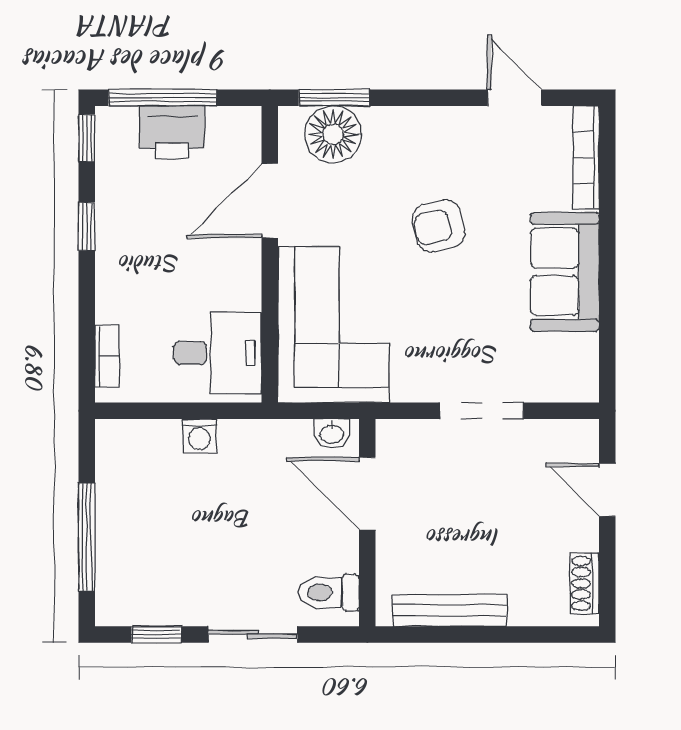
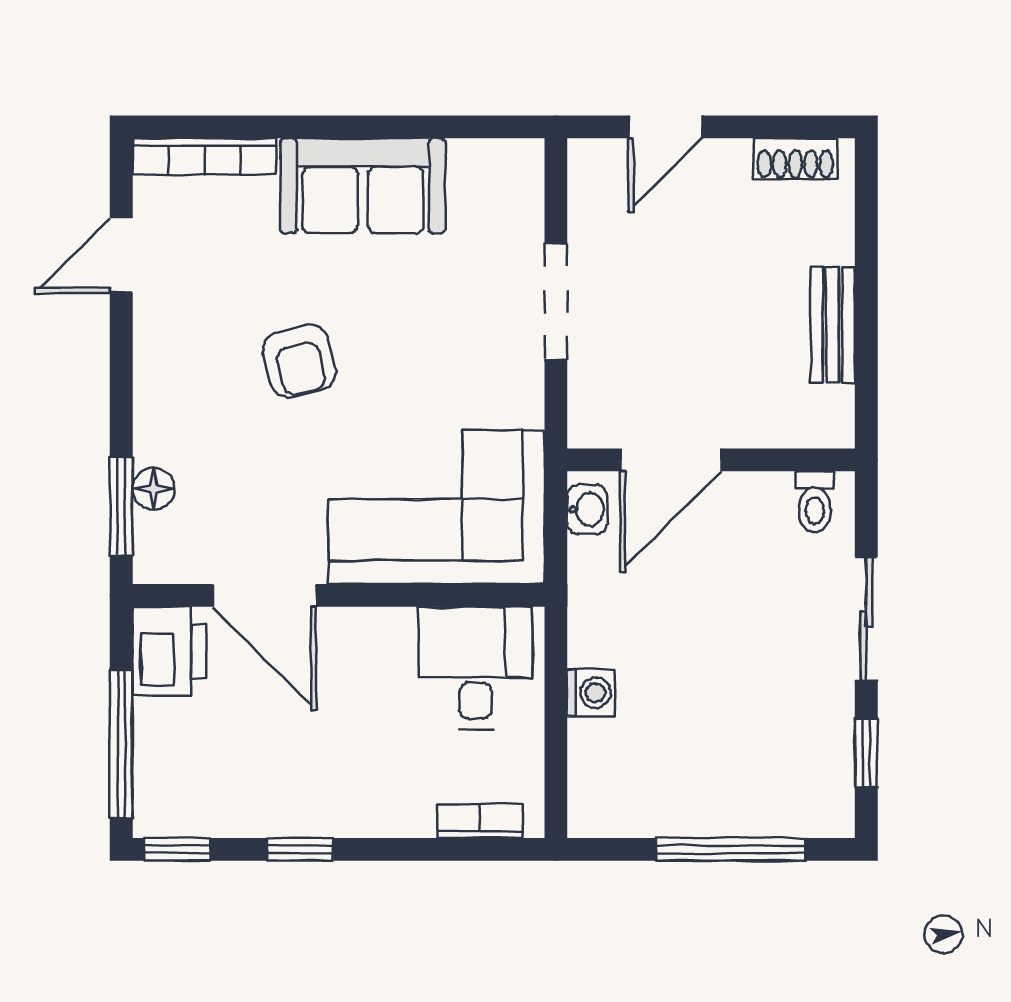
printer: (172, 132) -> (169, 651), moved
floor lamp: (333, 134) -> (154, 489), width x0.53, depth x0.53
toilet: (329, 592) -> (815, 502), width x0.73, depth x0.72
bench: (449, 610) -> (833, 325), width x0.73

